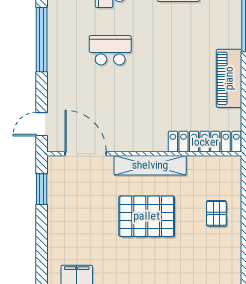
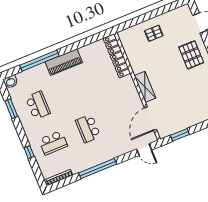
piano: (229, 78) -> (64, 62), moved
shelving: (150, 165) -> (145, 87), width x0.68
pallet: (147, 216) -> (191, 55), moved, width x0.73, depth x0.71

